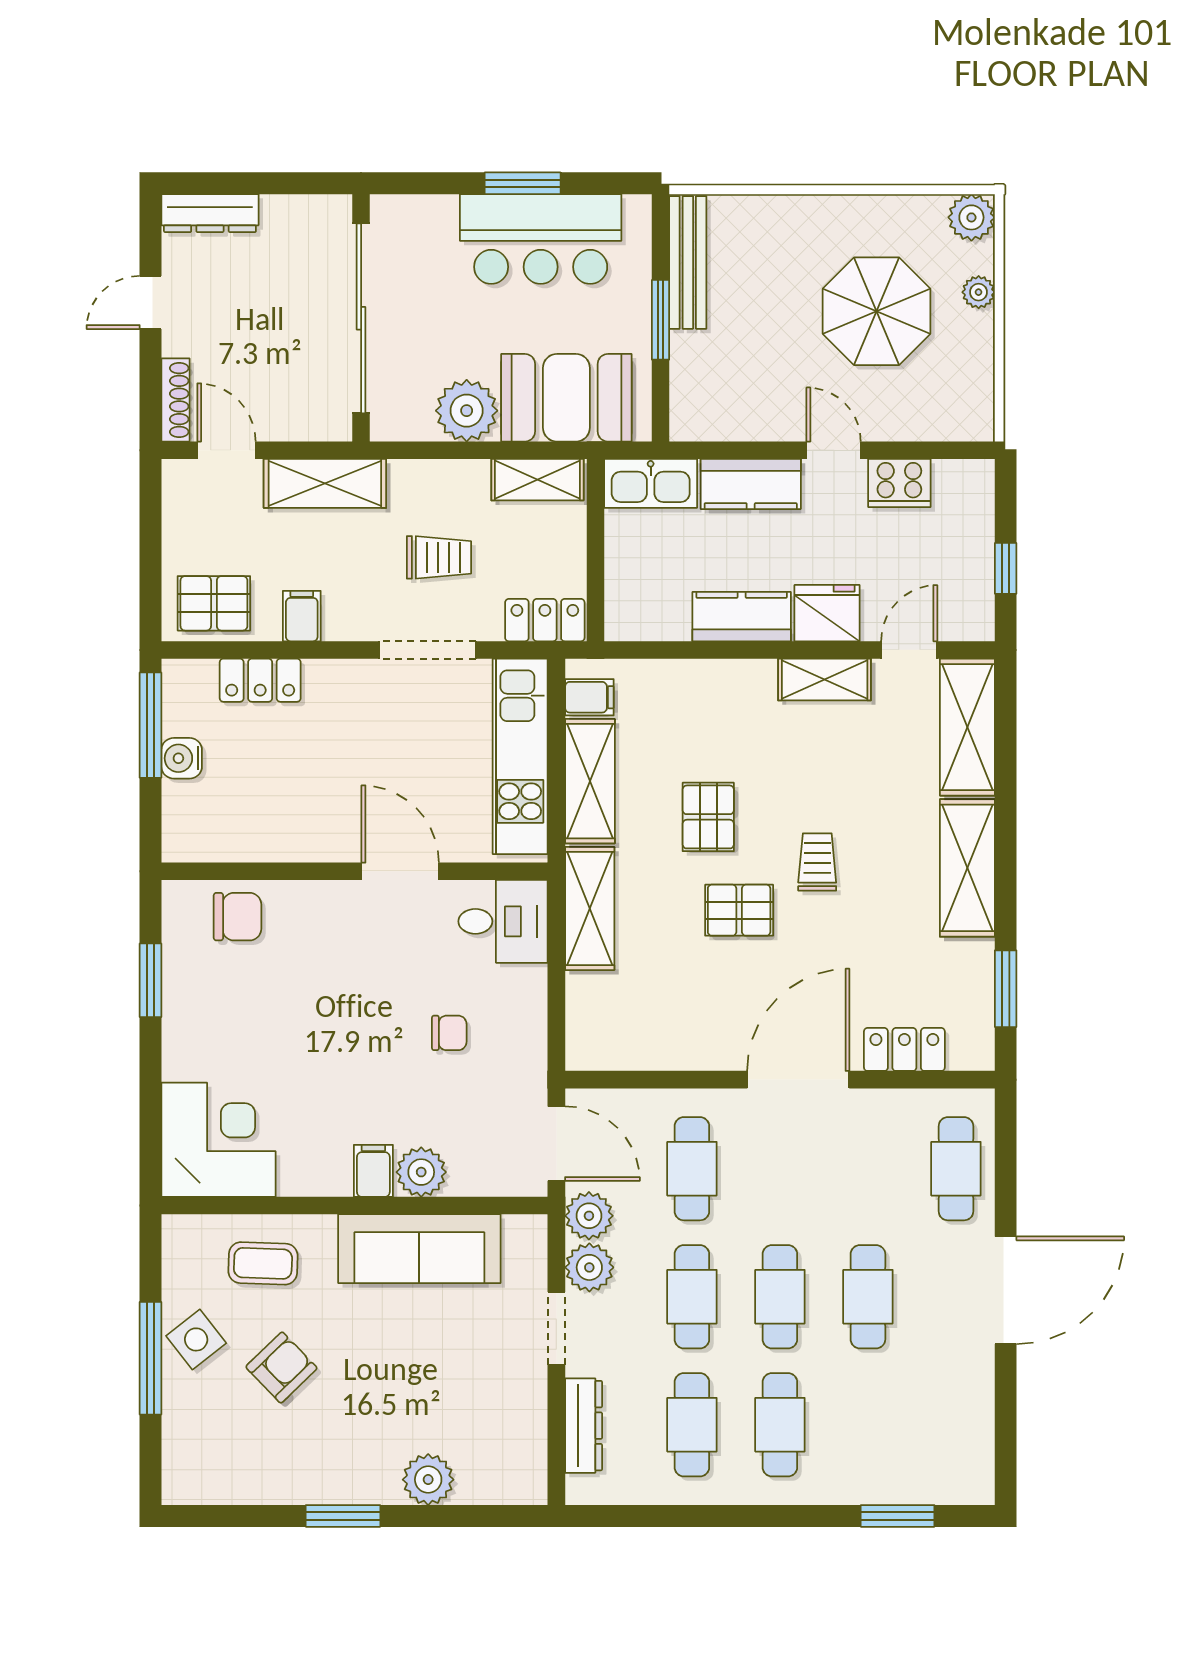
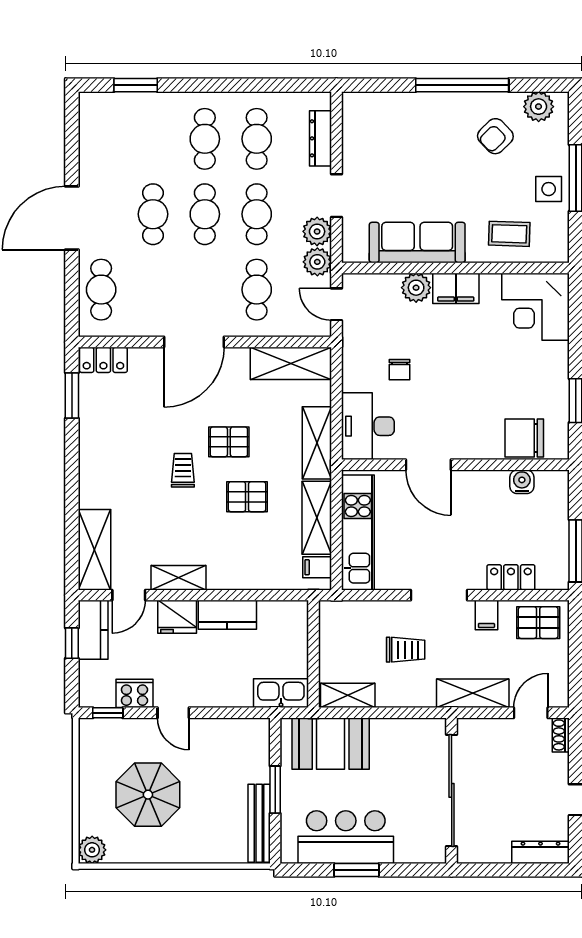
plant: (979, 292) -> (88, 806), removed
shoe rack: (175, 400) -> (561, 735), width x0.70
plant: (467, 411) -> (389, 736), removed
door: (226, 450) -> (531, 713), swing flipped
window: (945, 450) -> (108, 713), added
kitchen counter: (751, 484) -> (93, 630), moved, turned 90
trolley: (439, 557) -> (406, 650), turned 180
locker: (545, 620) -> (343, 613), removed
doorway: (427, 650) -> (439, 595), moved
water cooler: (182, 758) -> (522, 482), moved, turned -90
pallet: (708, 817) -> (247, 497), turned 90
trolley: (817, 862) -> (183, 470), turned 180
shelving: (967, 868) -> (291, 363), moved, turned 90
chair: (237, 917) -> (524, 438), width x1.37, depth x1.37
desk: (503, 921) -> (368, 426), width x1.37
chair: (449, 1033) -> (400, 370), turned -90
locker: (904, 1049) -> (103, 360), moved
door: (556, 1144) -> (336, 304), width x0.73
filing cabinet: (373, 1171) -> (456, 288), width x2.00
side table: (196, 1339) -> (549, 189), turned 38
armchair: (281, 1368) -> (495, 136), moved
plant: (428, 1480) -> (539, 107), moved
window: (343, 1516) -> (462, 85), width x2.11

